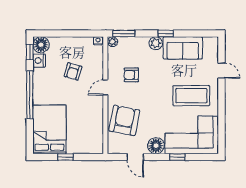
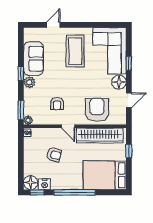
armchair: (124, 120) -> (97, 110), turned 79
wardrobe: (95, 124) -> (100, 135), added
window: (66, 157) -> (129, 151), moved

